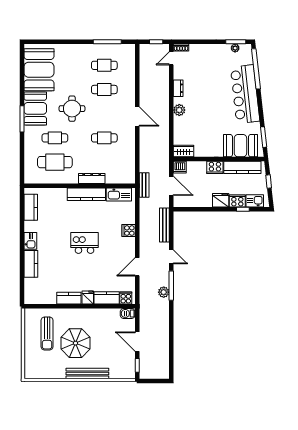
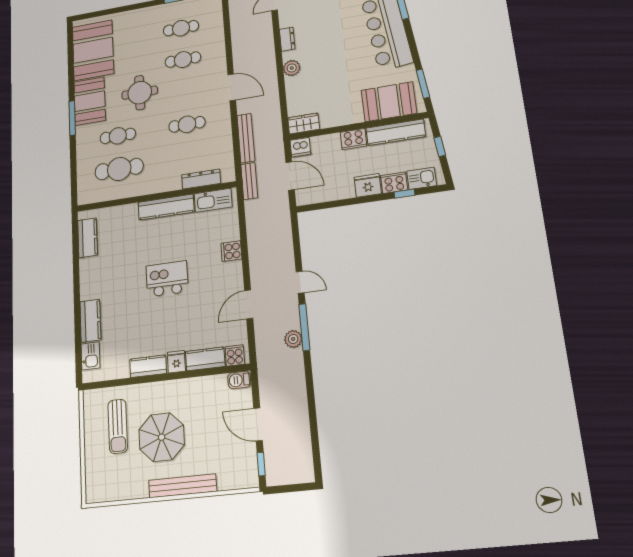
dresser: (92, 178) -> (201, 179), moved
bench: (164, 225) -> (246, 138), moved
kitchen sink: (30, 241) -> (91, 356), moved

